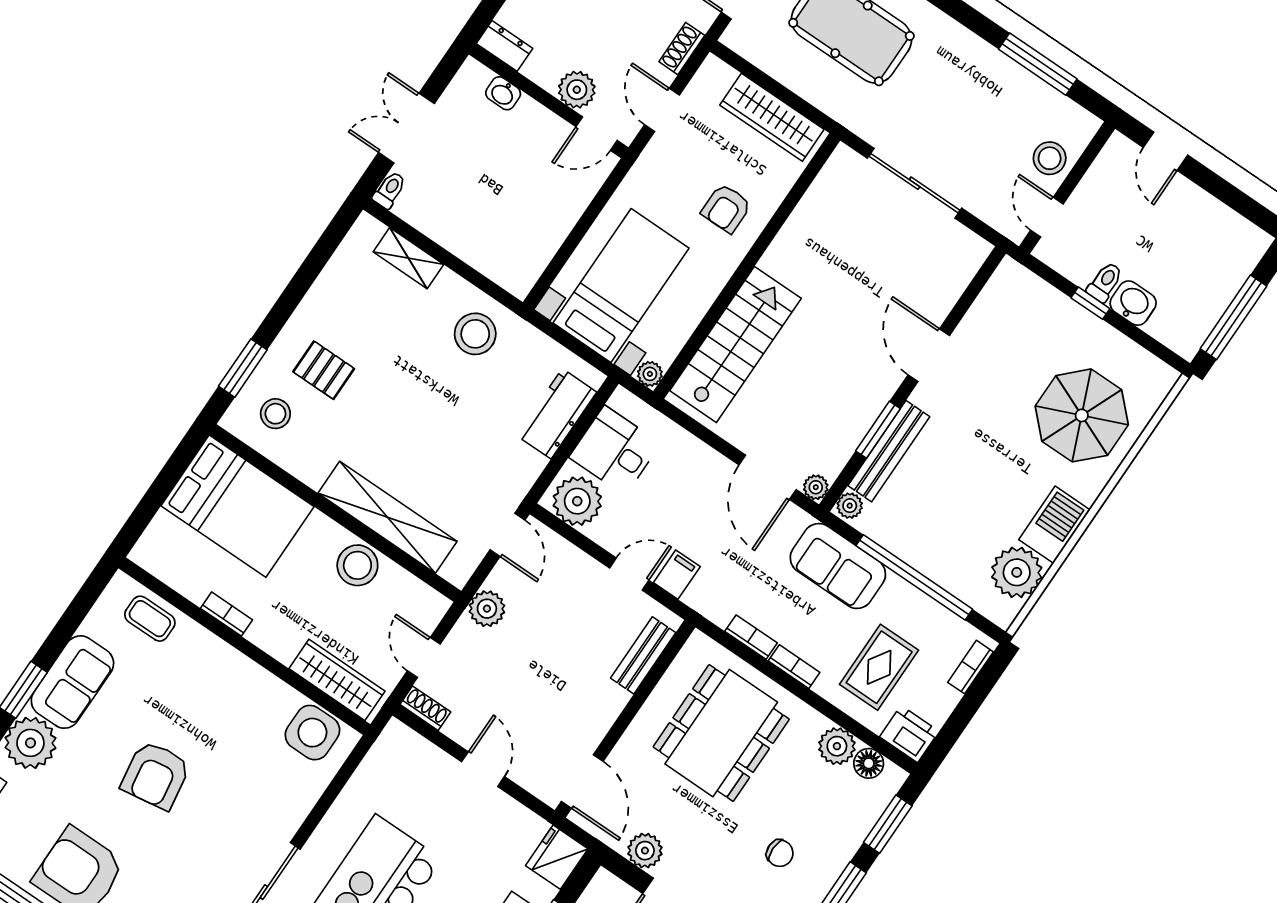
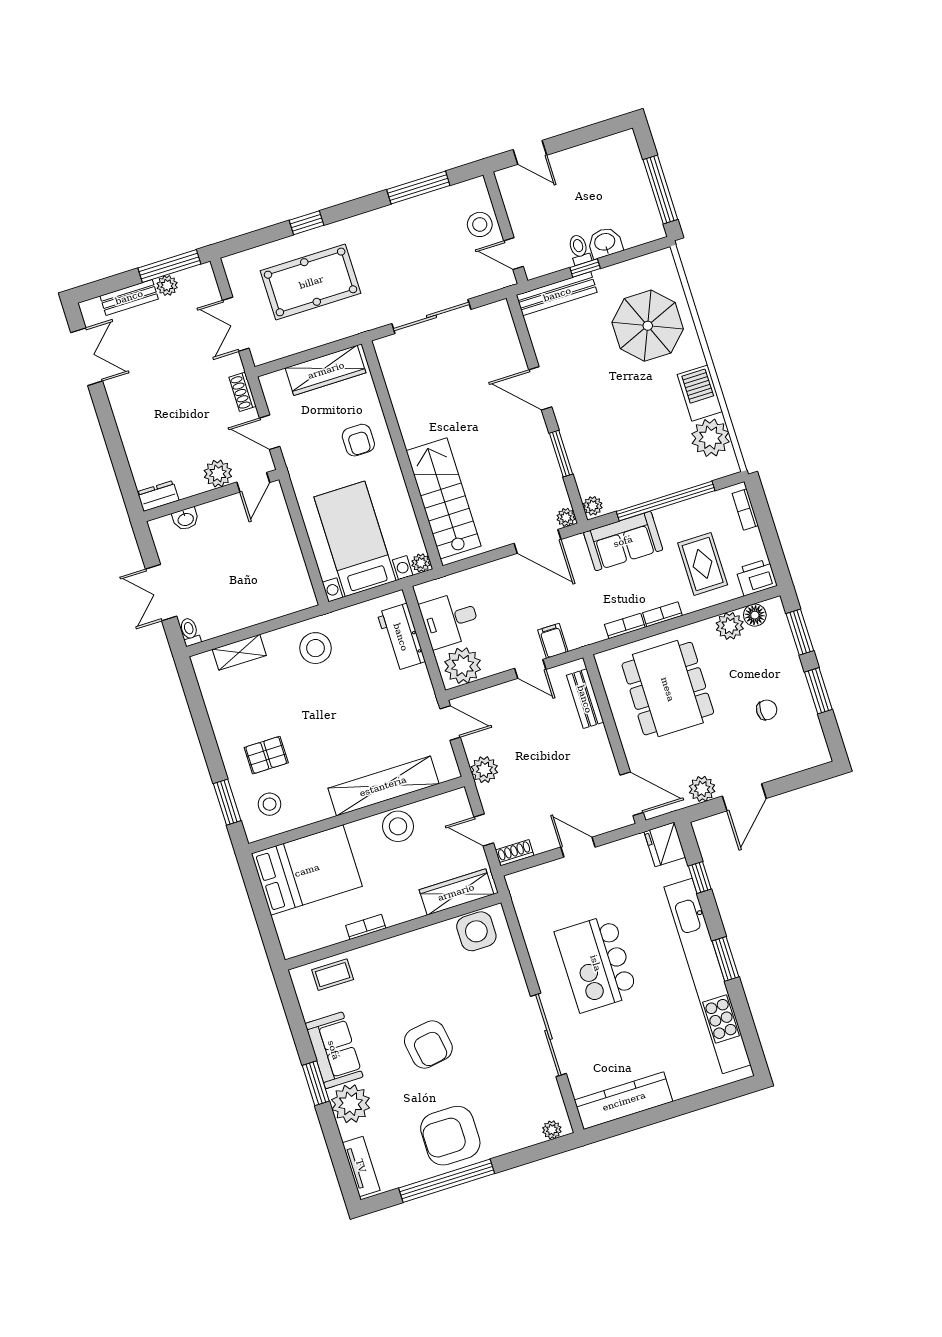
bench: (889, 451) -> (557, 294), moved, turned 90
door: (629, 574) -> (530, 669), swing flipped

